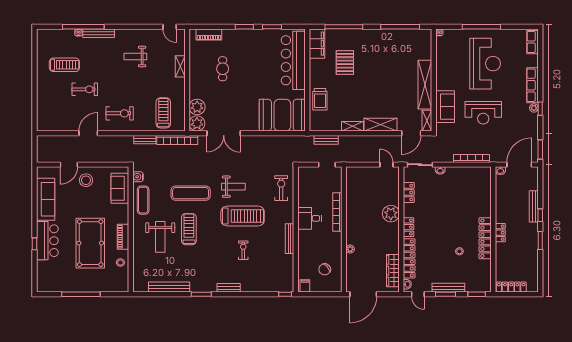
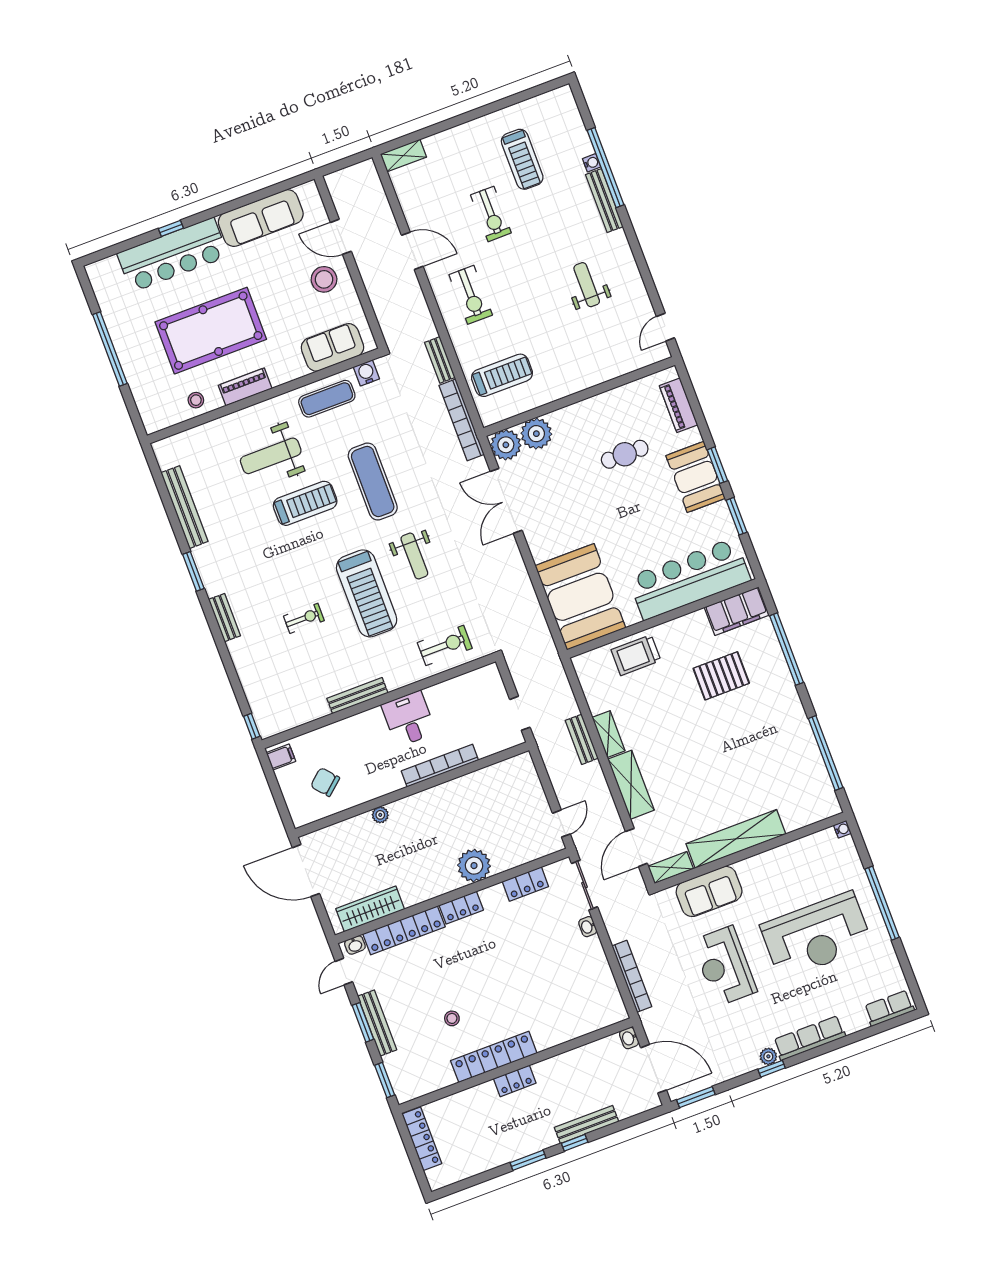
booth: (246, 39) -> (696, 477), added
shelving: (180, 66) -> (403, 156), moved
door: (411, 133) -> (636, 847), hinge flipped
bench: (326, 140) -> (582, 739), moved
bar counter: (47, 241) -> (173, 255), width x1.36

